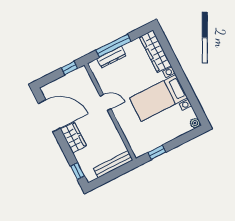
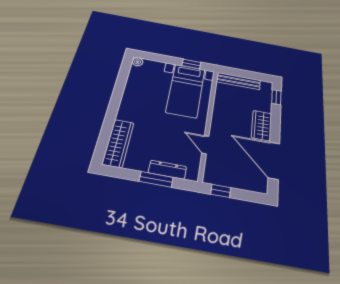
window: (113, 46) -> (156, 179), width x0.69
bed with nightstands: (159, 98) -> (186, 90), moved, turned 90
door: (105, 102) -> (205, 145), moved

